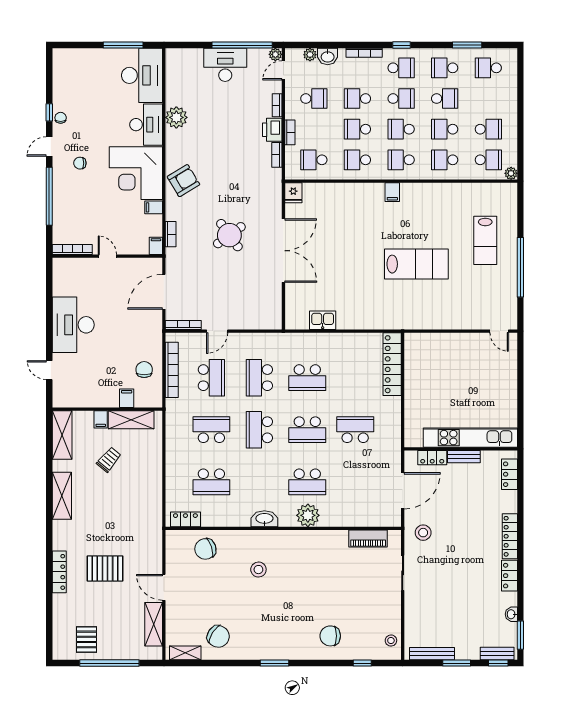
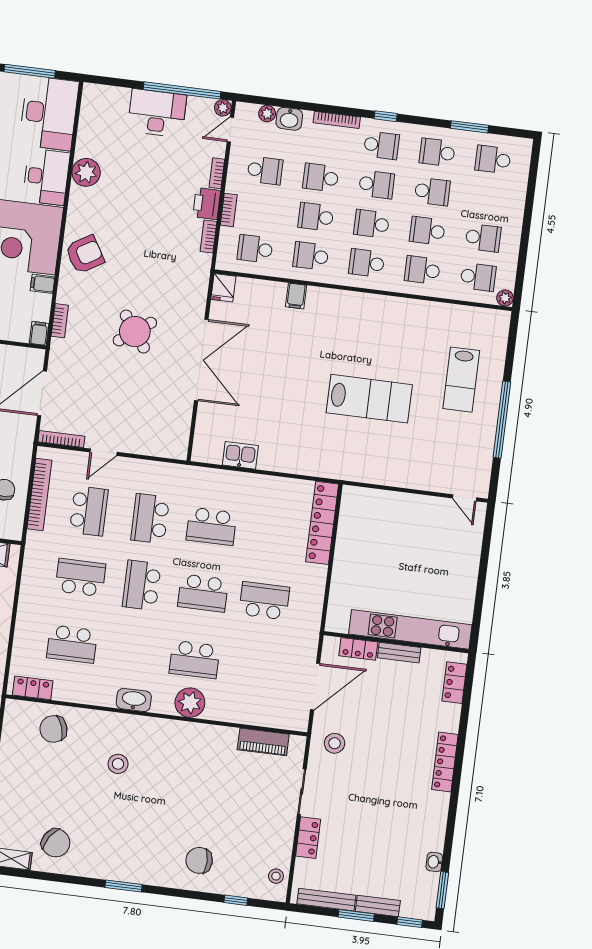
filing cabinet: (392, 192) -> (296, 296), moved
locker: (509, 576) -> (308, 838), moved, turned 180
bench: (497, 654) -> (378, 906), moved

